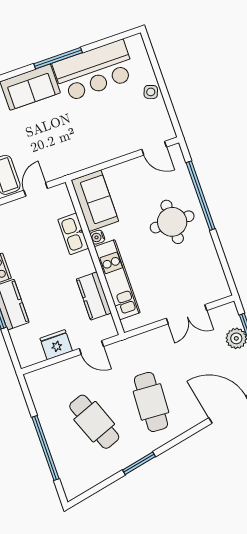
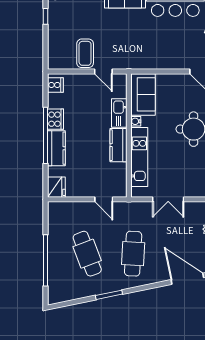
door: (36, 189) -> (103, 71), swing flipped
kitchen counter: (94, 296) -> (118, 145), moved
double door: (186, 314) -> (168, 199), moved
fridge: (56, 345) -> (56, 187), moved, turned 90

